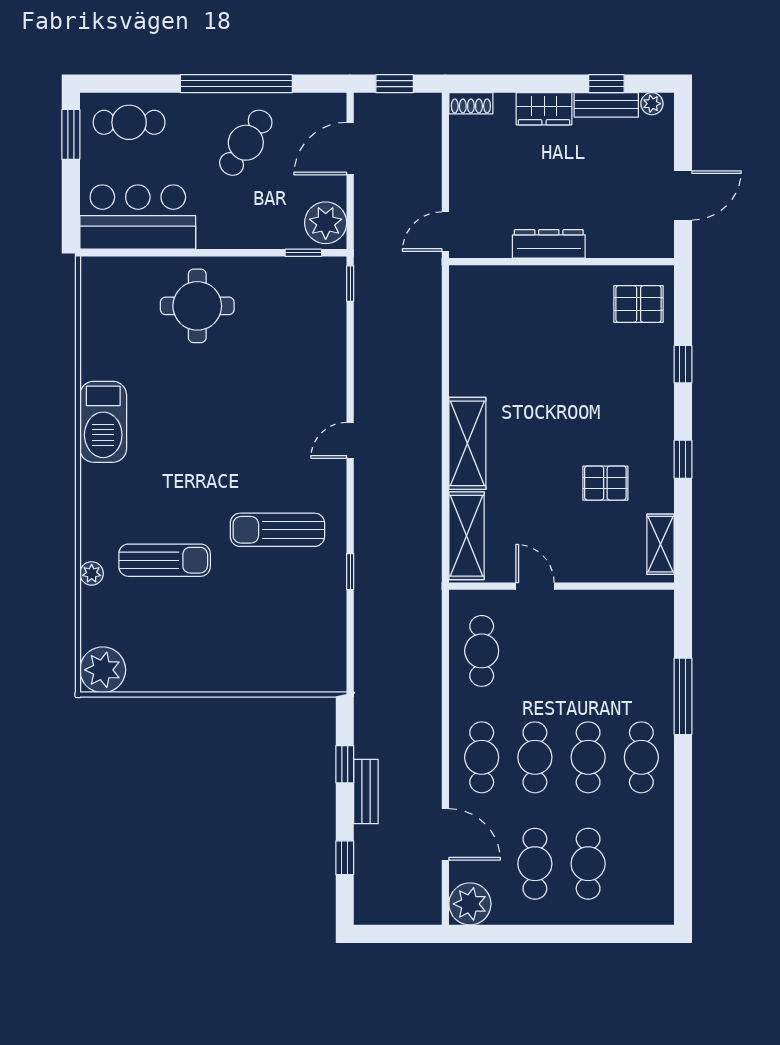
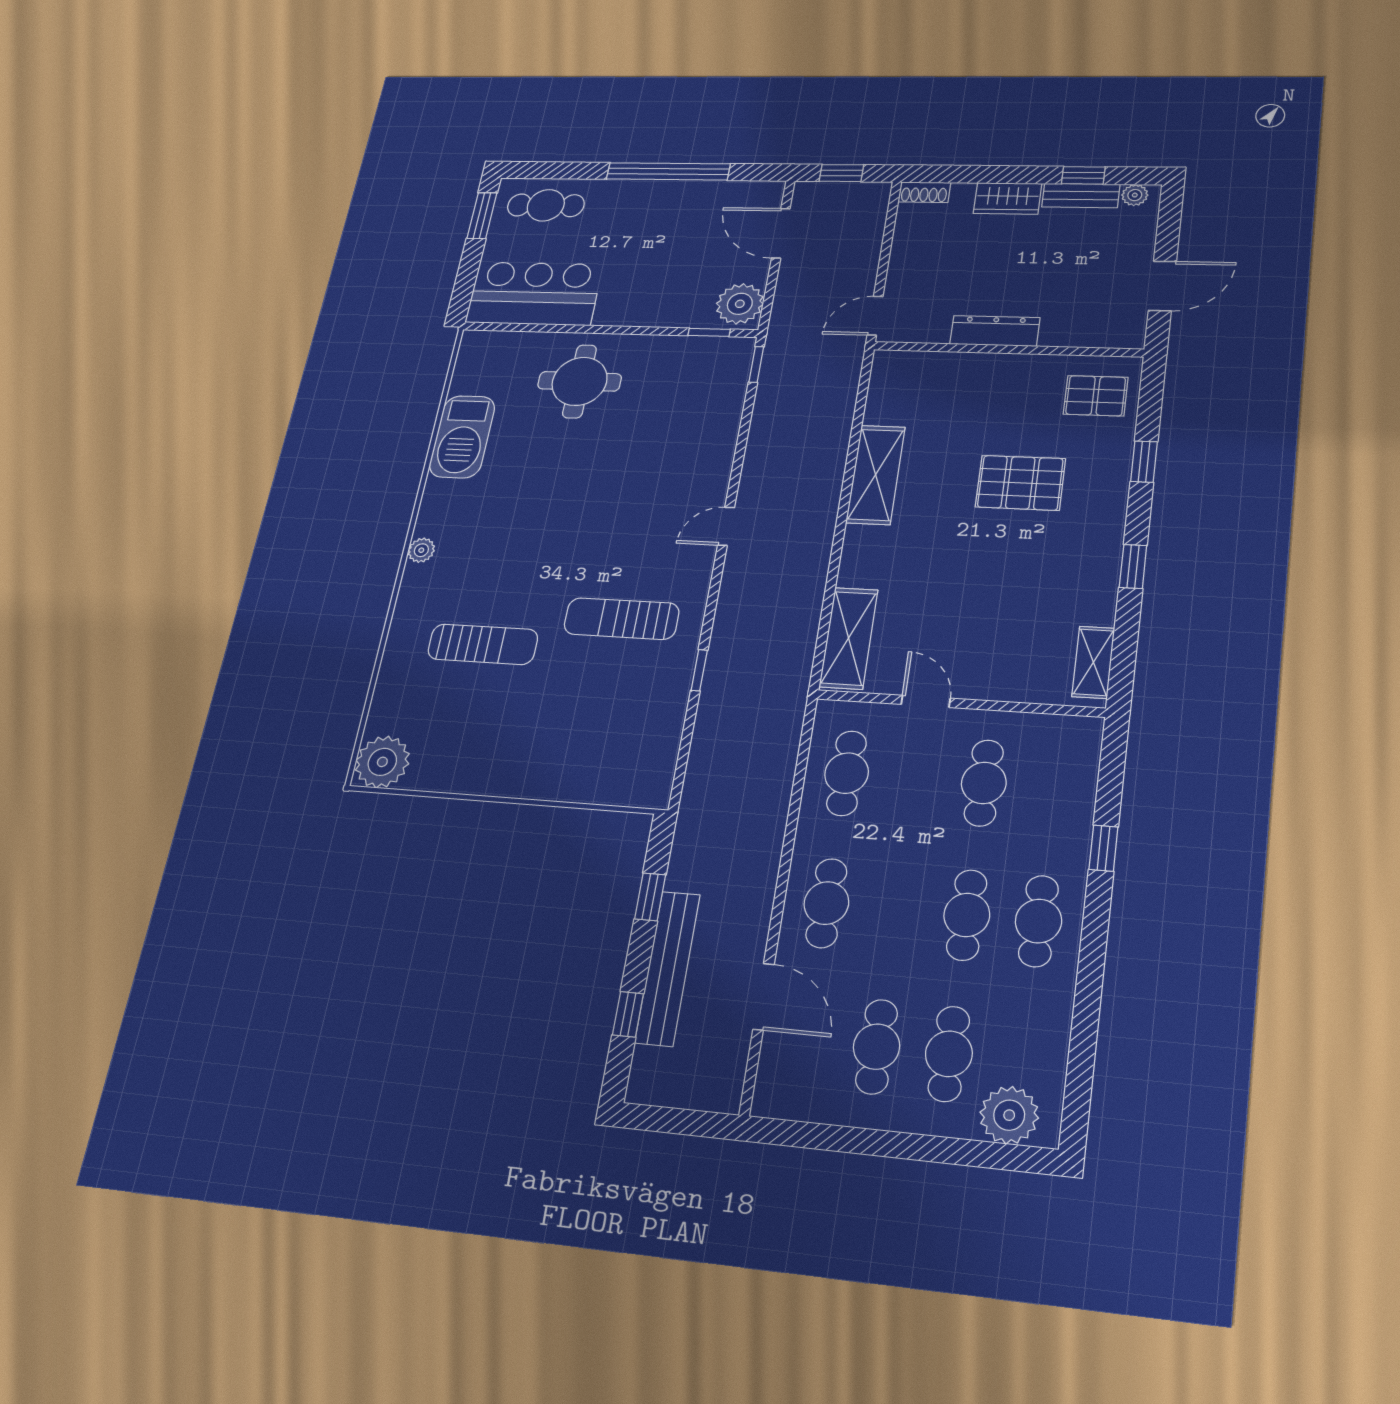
cafe table: (246, 143) -> (667, 226), removed
door: (350, 149) -> (781, 233), hinge flipped
barbecue: (103, 422) -> (462, 437), moved
shelving: (467, 443) -> (875, 475), moved
pallet: (605, 483) -> (1020, 483), moved, width x1.50, depth x1.42
plant: (92, 573) -> (421, 550), moved
window: (683, 696) -> (1103, 848), width x0.46
cafe table: (535, 757) -> (984, 783), moved
bench: (366, 792) -> (668, 968), width x1.86, depth x1.21
plant: (470, 904) -> (1009, 1115), moved

